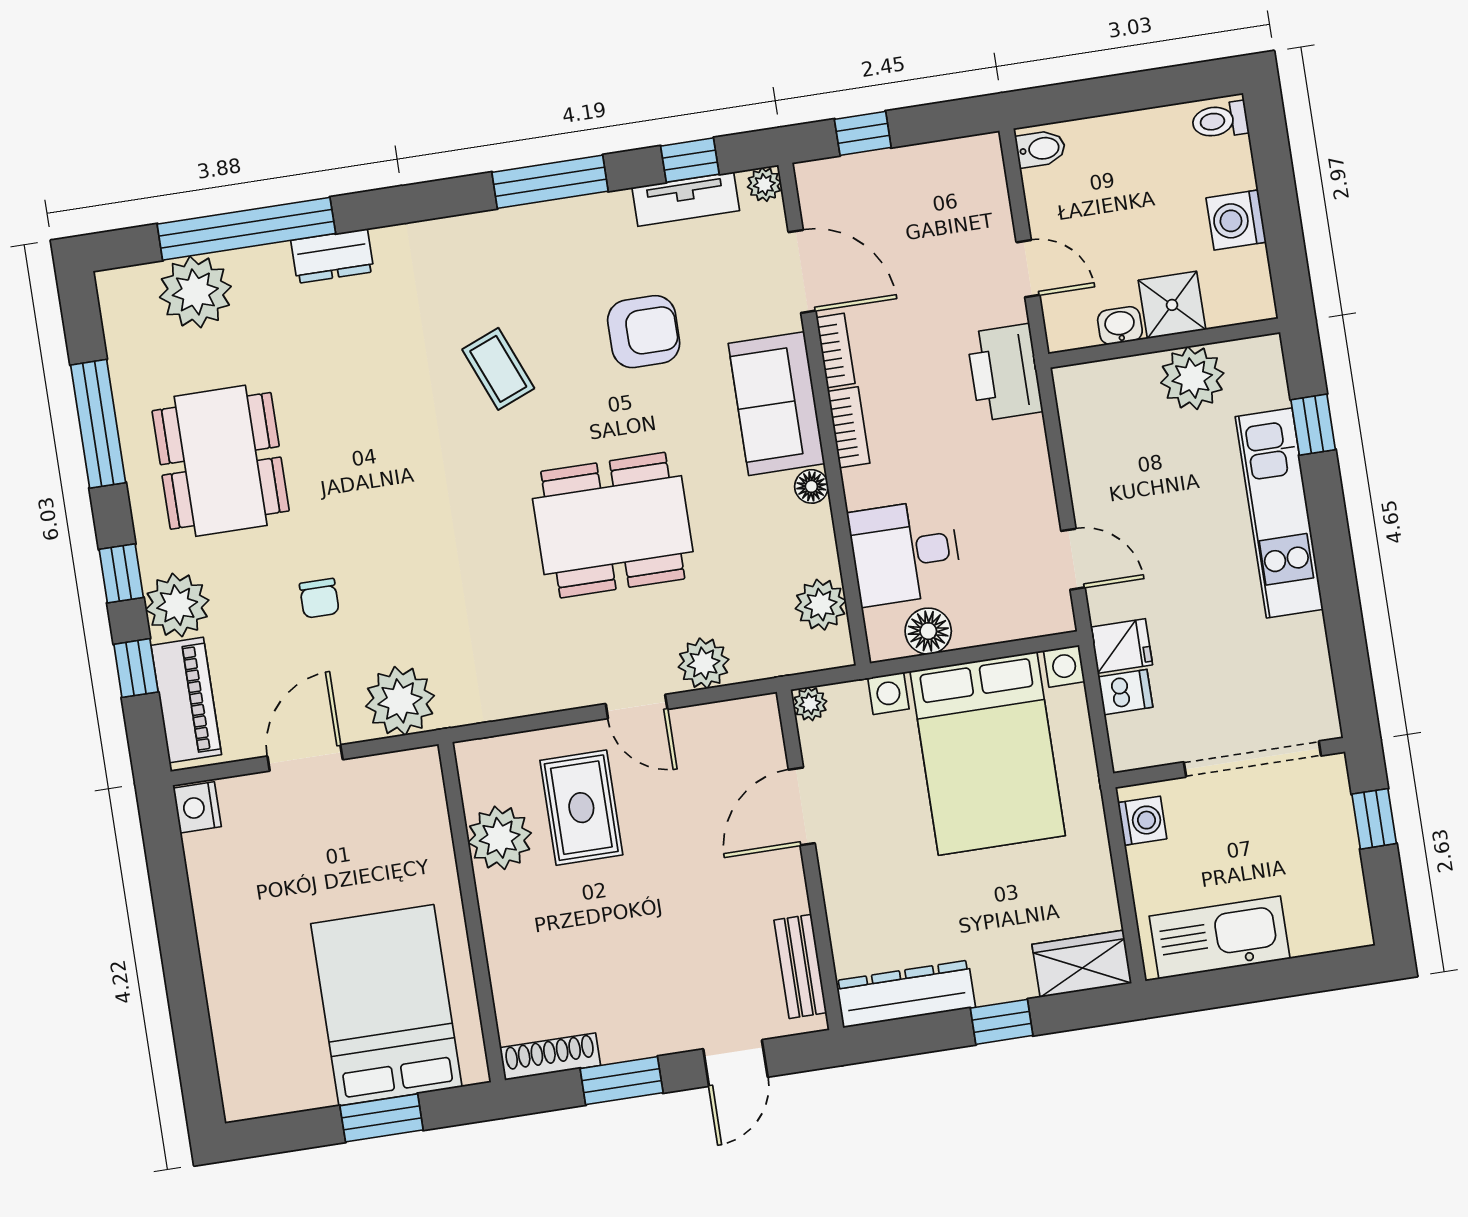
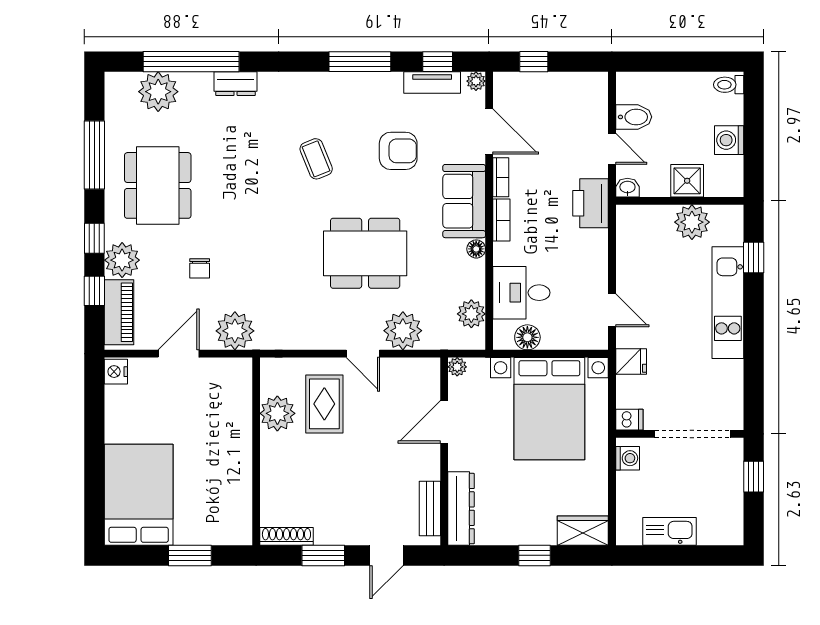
bidet: (1041, 149) -> (634, 117), moved, width x1.38, depth x1.36
washbasin: (1120, 326) -> (627, 188), moved
plant: (704, 663) -> (403, 331), width x1.36, depth x1.36
dishwasher: (1125, 692) -> (629, 420), moved
kitchen sink: (1220, 937) -> (669, 531), width x0.73, depth x0.81
dresser: (906, 994) -> (461, 509), moved, turned 90
bed: (386, 1005) -> (139, 495), moved

